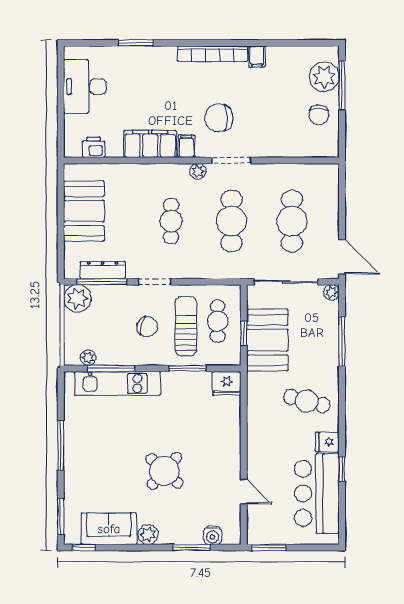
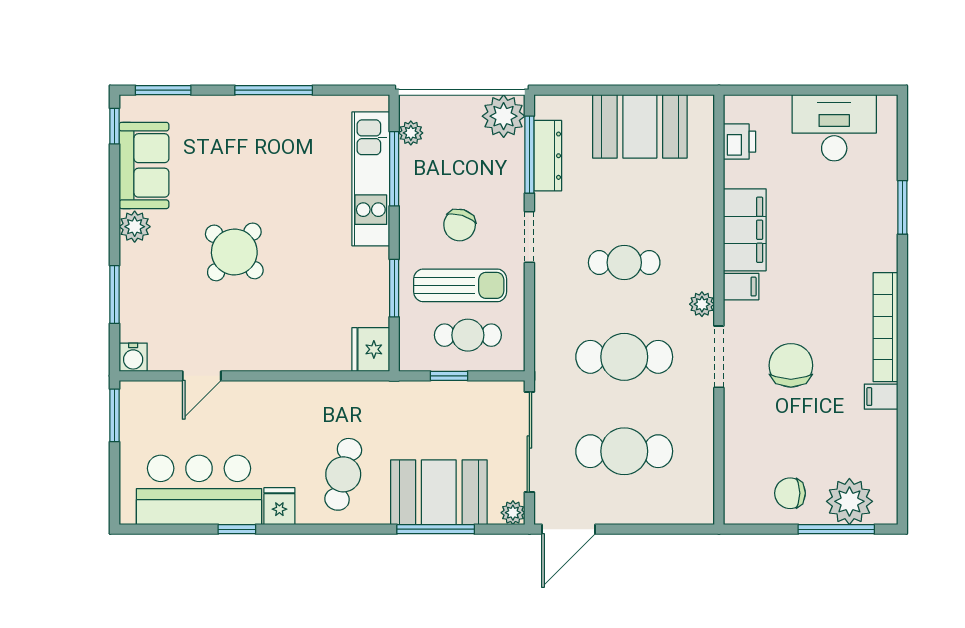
chair: (219, 118) -> (791, 365), moved
booth: (267, 340) -> (439, 492), moved
water cooler: (212, 536) -> (133, 357), moved, turned -90

